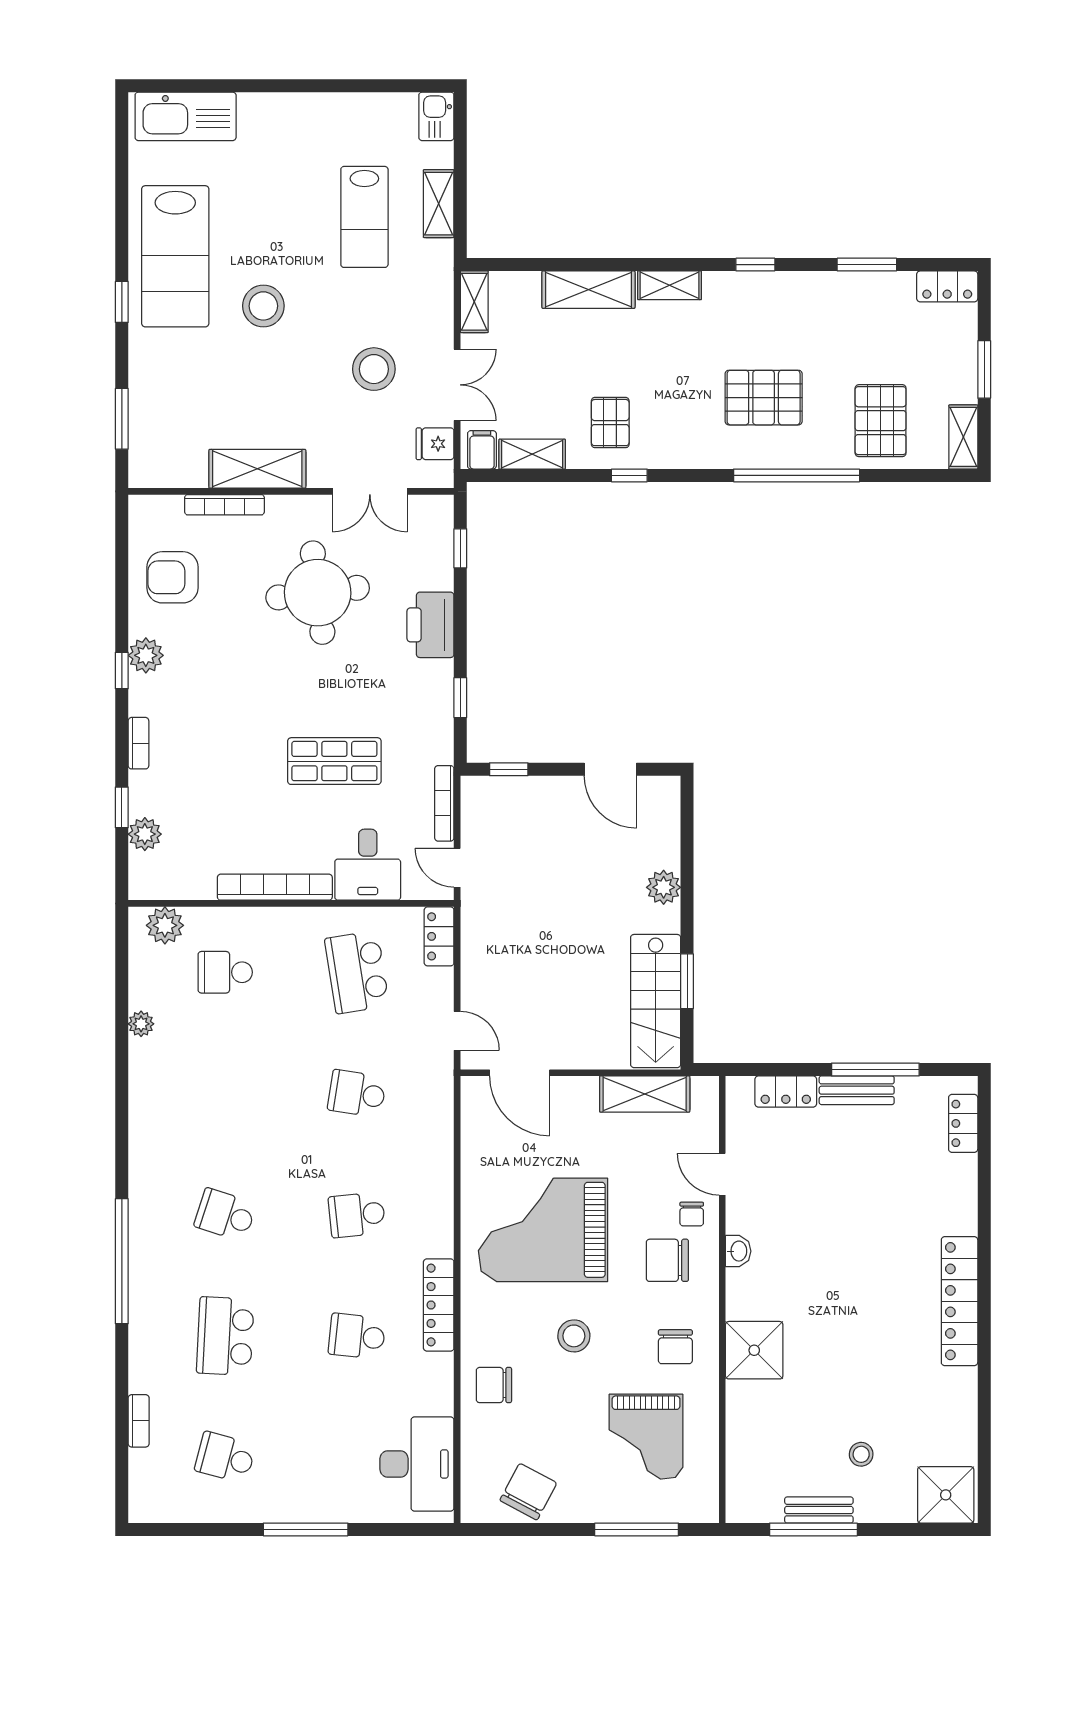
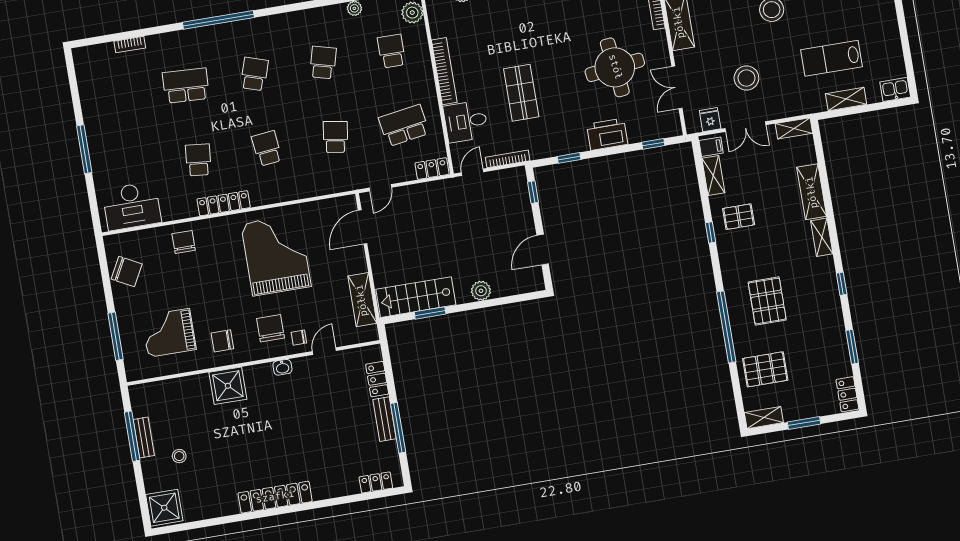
stool: (574, 1336) -> (219, 283), removed
school desk: (225, 1457) -> (323, 63), moved

